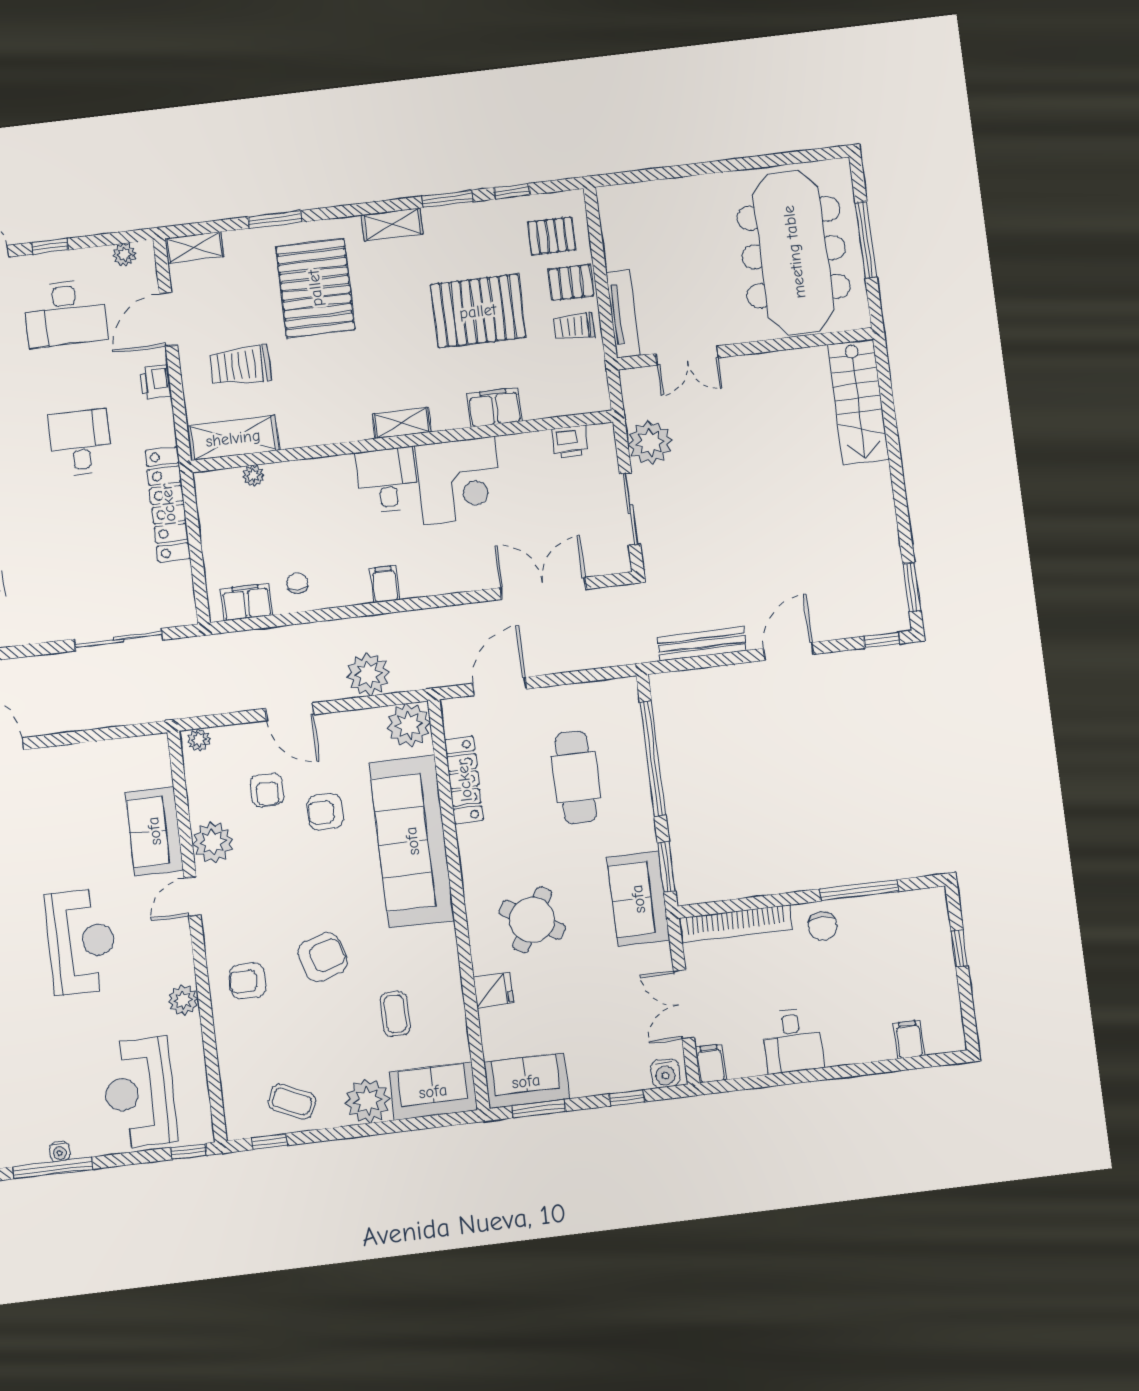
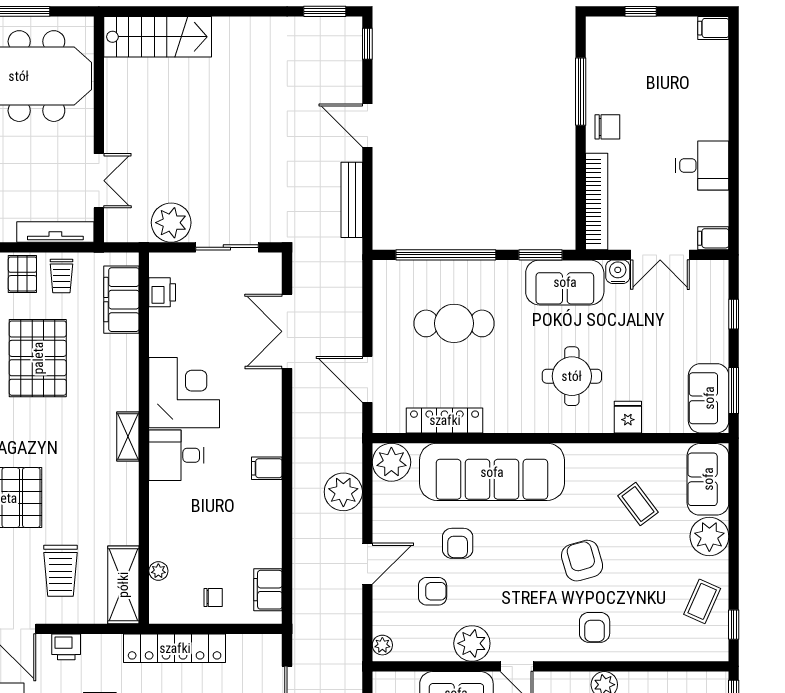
filing cabinet: (495, 407) -> (121, 300), moved, width x1.50, depth x1.17
chair: (297, 583) -> (213, 597), moved, turned 180
round table: (532, 920) -> (572, 376), turned -30
coffee table: (395, 1014) -> (638, 504), turned 53
filing cabinet: (909, 1039) -> (713, 28), moved
water cooler: (665, 1073) -> (618, 272), moved, turned -90

